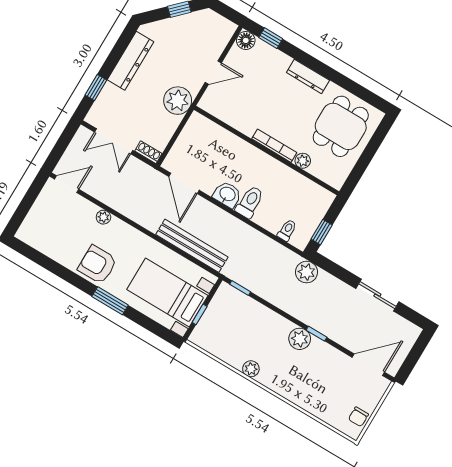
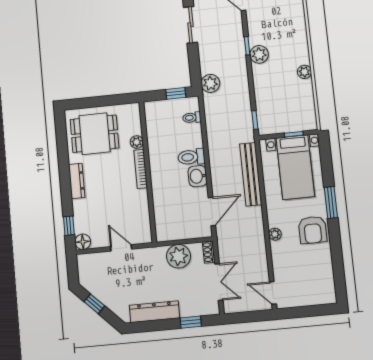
plant: (178, 101) -> (179, 256), moved
plant: (103, 217) -> (275, 234), moved

